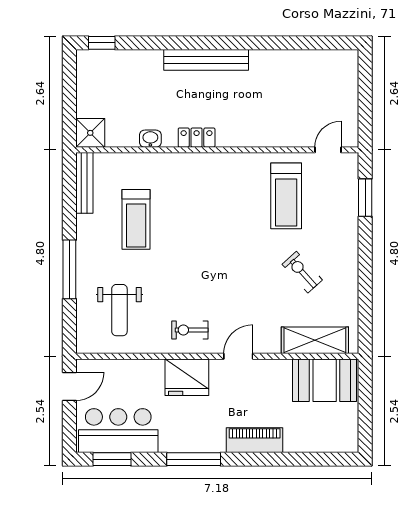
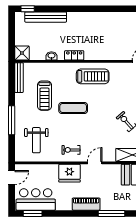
bench: (206, 60) -> (46, 17), moved
treadmill: (286, 196) -> (93, 76), moved, turned -90
exercise mat: (194, 245) -> (73, 108), added
piano: (255, 440) -> (86, 204), moved
window: (194, 459) -> (111, 213), moved

